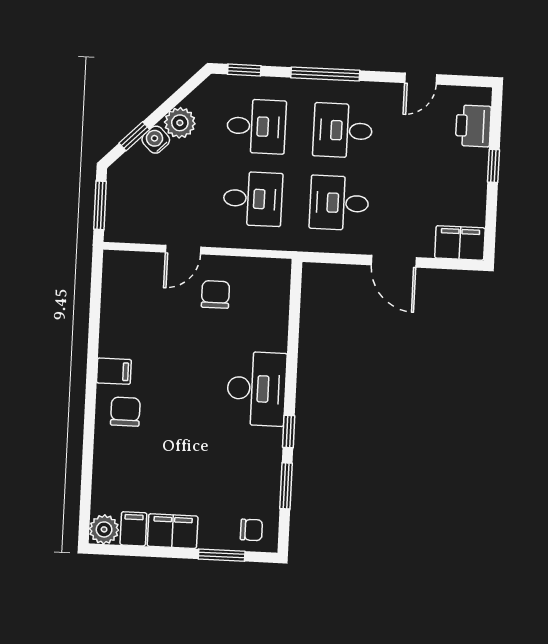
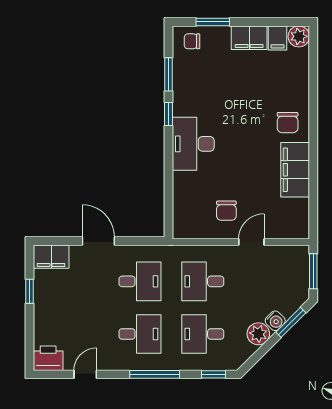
printer: (473, 126) -> (48, 358), moved, turned -90
window: (134, 136) -> (291, 322), width x1.50
window: (493, 166) -> (29, 291), moved
filing cabinet: (114, 371) -> (295, 170), width x3.00, depth x1.17

